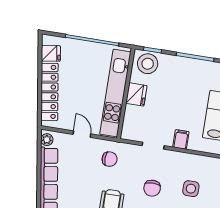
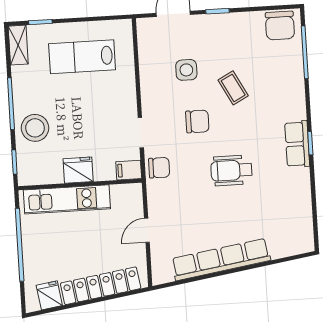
stool: (148, 64) -> (35, 128), moved
kitchen unit: (115, 93) -> (67, 199), width x0.73
filing cabinet: (181, 139) -> (129, 170), moved
plant: (47, 140) -> (164, 275), removed
chair: (110, 159) -> (159, 168), moved, turned 90

